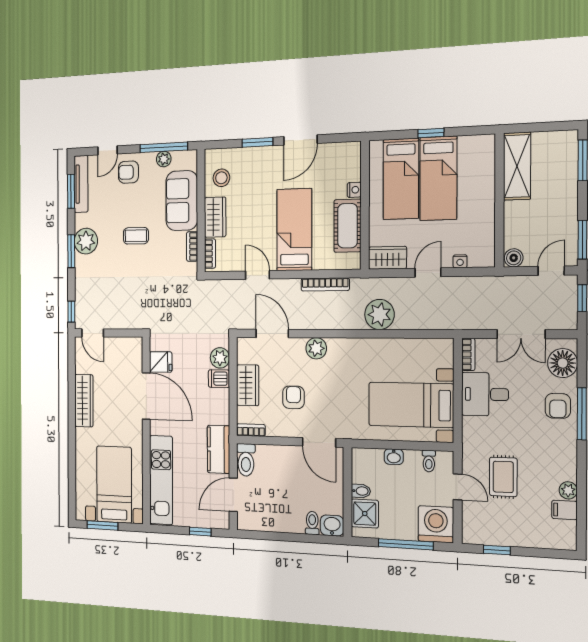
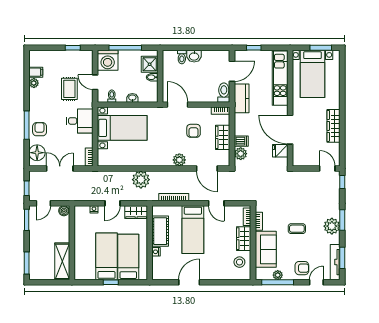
window: (257, 142) -> (216, 282), removed
desk: (485, 394) -> (80, 121), moved
washbasin: (332, 526) -> (194, 56), moved

